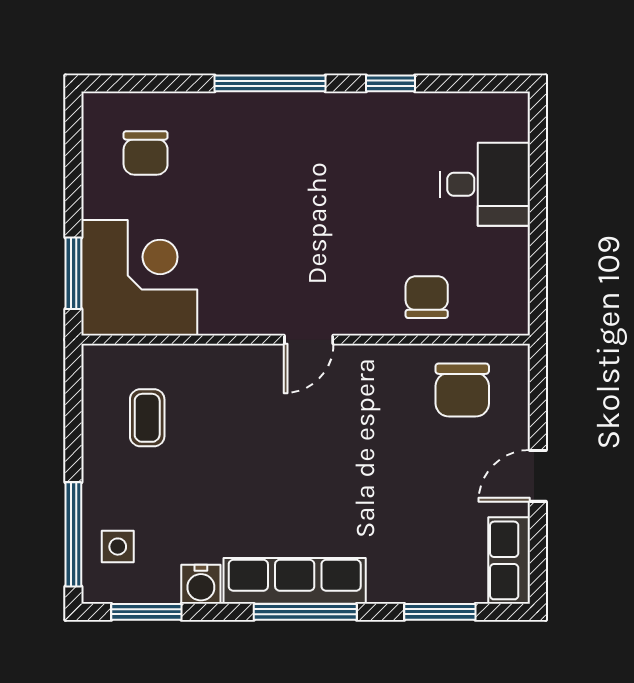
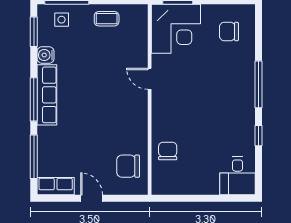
desk: (485, 184) -> (237, 176), moved
chair: (427, 297) -> (168, 151), turned -90
door: (309, 340) -> (150, 79), moved
coffee table: (147, 418) -> (107, 19), moved
window: (440, 612) -> (34, 157), width x1.44

